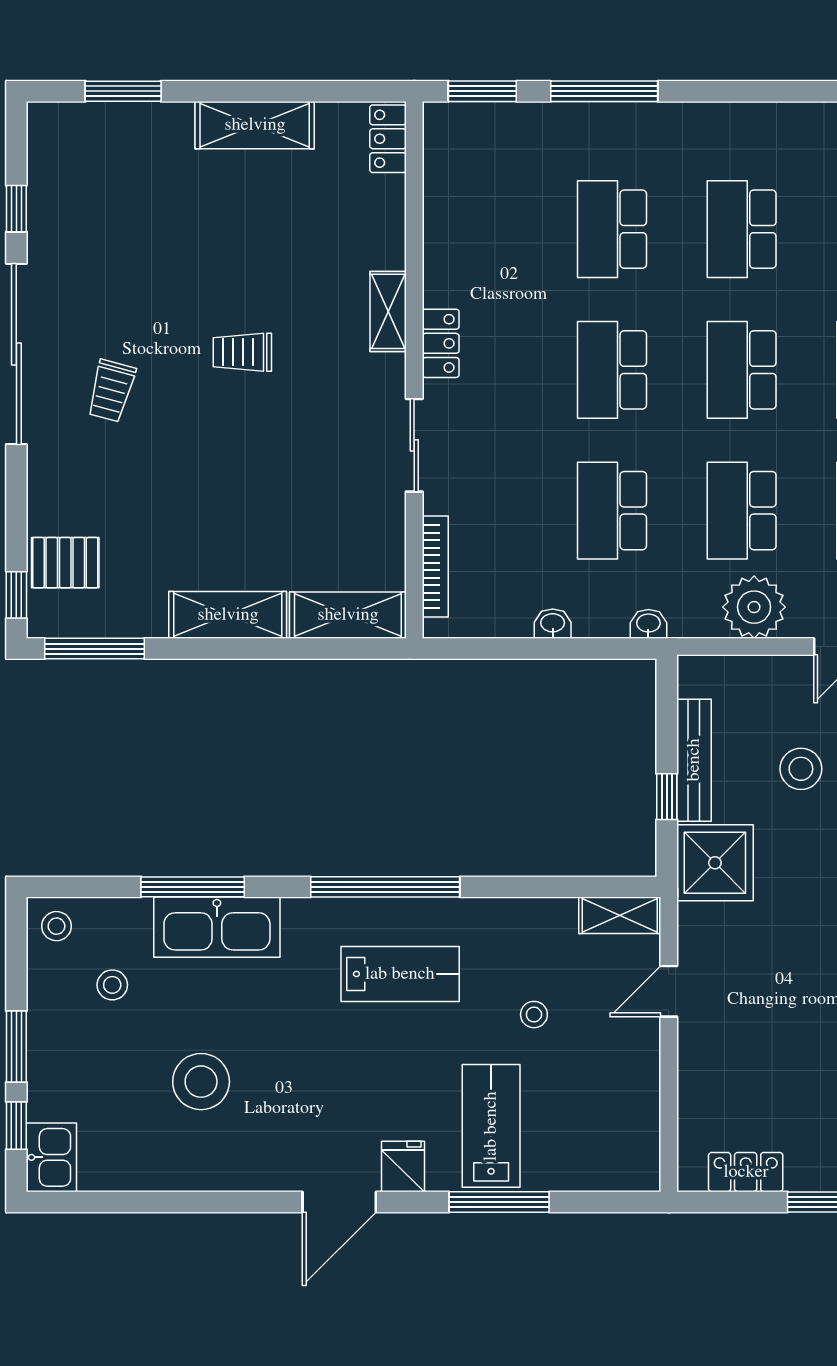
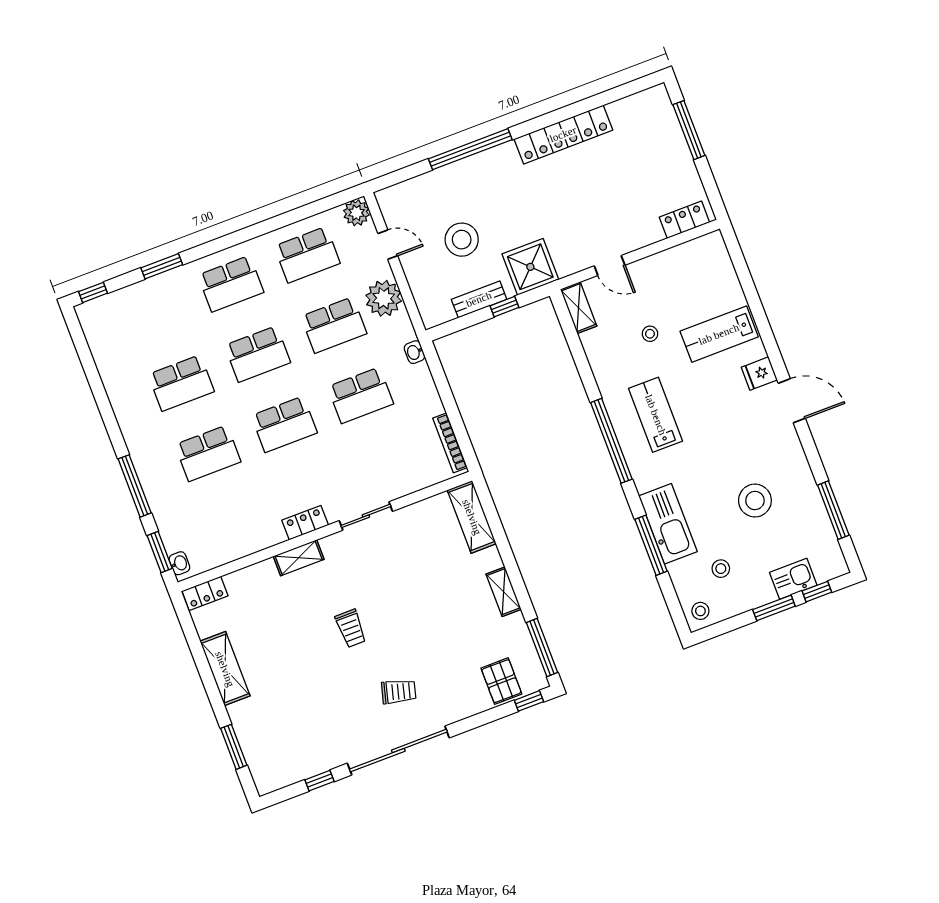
bookcase: (435, 566) -> (450, 443), moved, turned -90
shelving: (228, 615) -> (504, 592), width x0.67, depth x0.75
washbasin: (553, 624) -> (179, 563), moved, turned 180
bench: (694, 760) -> (479, 299), width x0.73
stool: (801, 769) -> (462, 240), width x1.38, depth x1.38
kitchen sink: (51, 1157) -> (793, 579), moved
locker: (746, 1172) -> (684, 220), moved, turned 90
window: (499, 1202) -> (833, 510), moved

